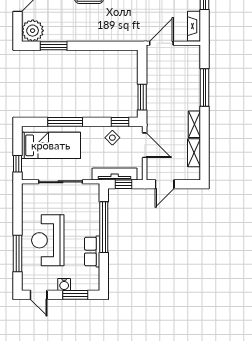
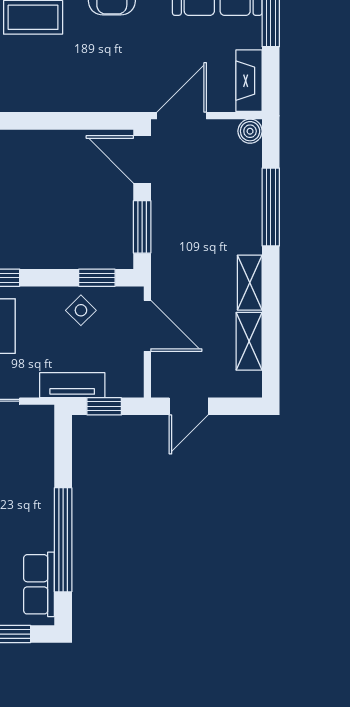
boiler: (194, 51) -> (250, 131), added
door: (142, 64) -> (142, 159), added
tv unit: (115, 174) -> (72, 385), width x0.71
window: (104, 227) -> (63, 540), moved
row of seats: (92, 252) -> (39, 584), moved

